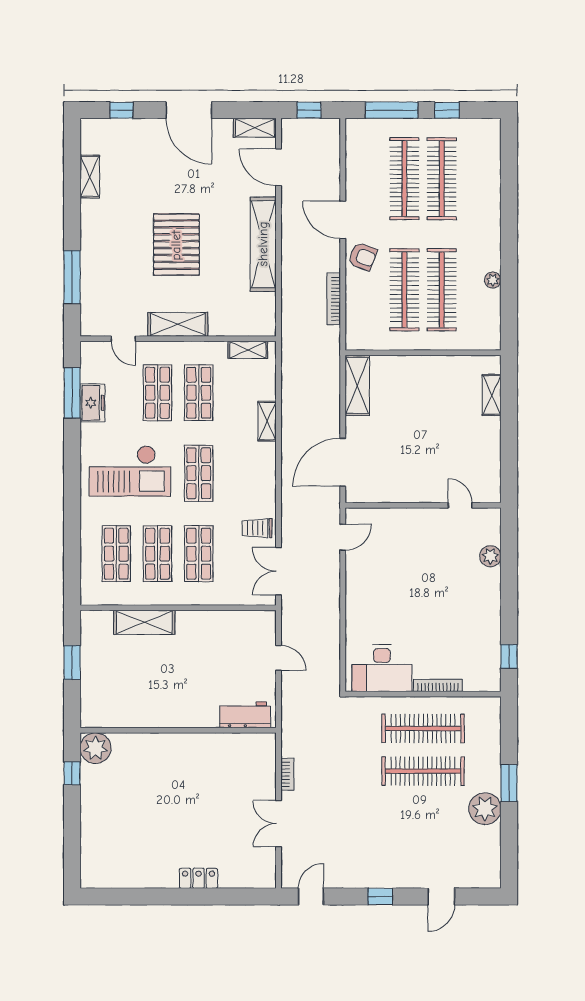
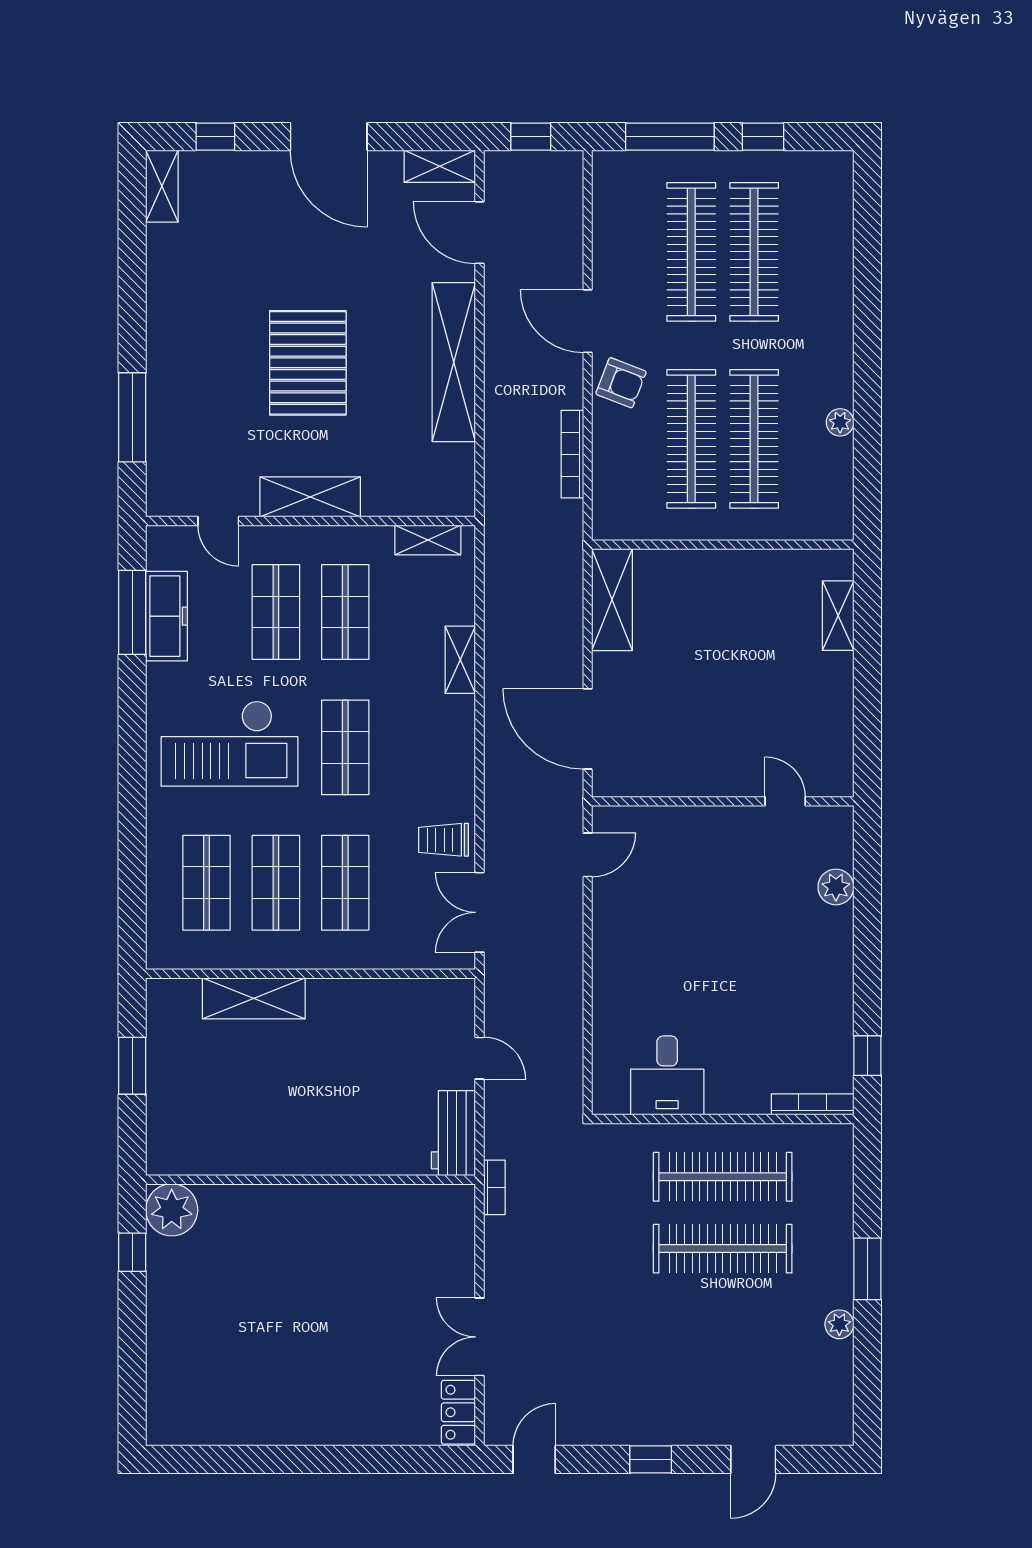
shelving: (90, 177) -> (162, 186), moved
freezer: (92, 403) -> (167, 616), width x1.40
door: (343, 462) -> (588, 729), hinge flipped
desk: (382, 668) -> (667, 1075), width x0.73
bookcase: (438, 685) -> (813, 1104), moved
workbench: (245, 715) -> (453, 1133), moved, turned -90
bookcase: (287, 774) -> (494, 1187), moved
plant: (485, 809) -> (839, 1324), width x0.53, depth x0.53
locker: (199, 878) -> (458, 1412), moved, turned -90

